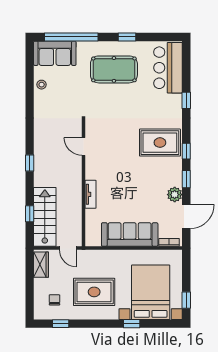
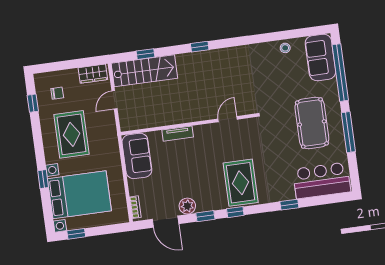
window: (127, 37) -> (348, 132), width x2.17
door: (84, 146) -> (228, 119), moved
wall: (84, 183) -> (189, 124), moved
tv unit: (91, 194) -> (178, 134), moved
sofa: (130, 235) -> (137, 156), width x0.73

